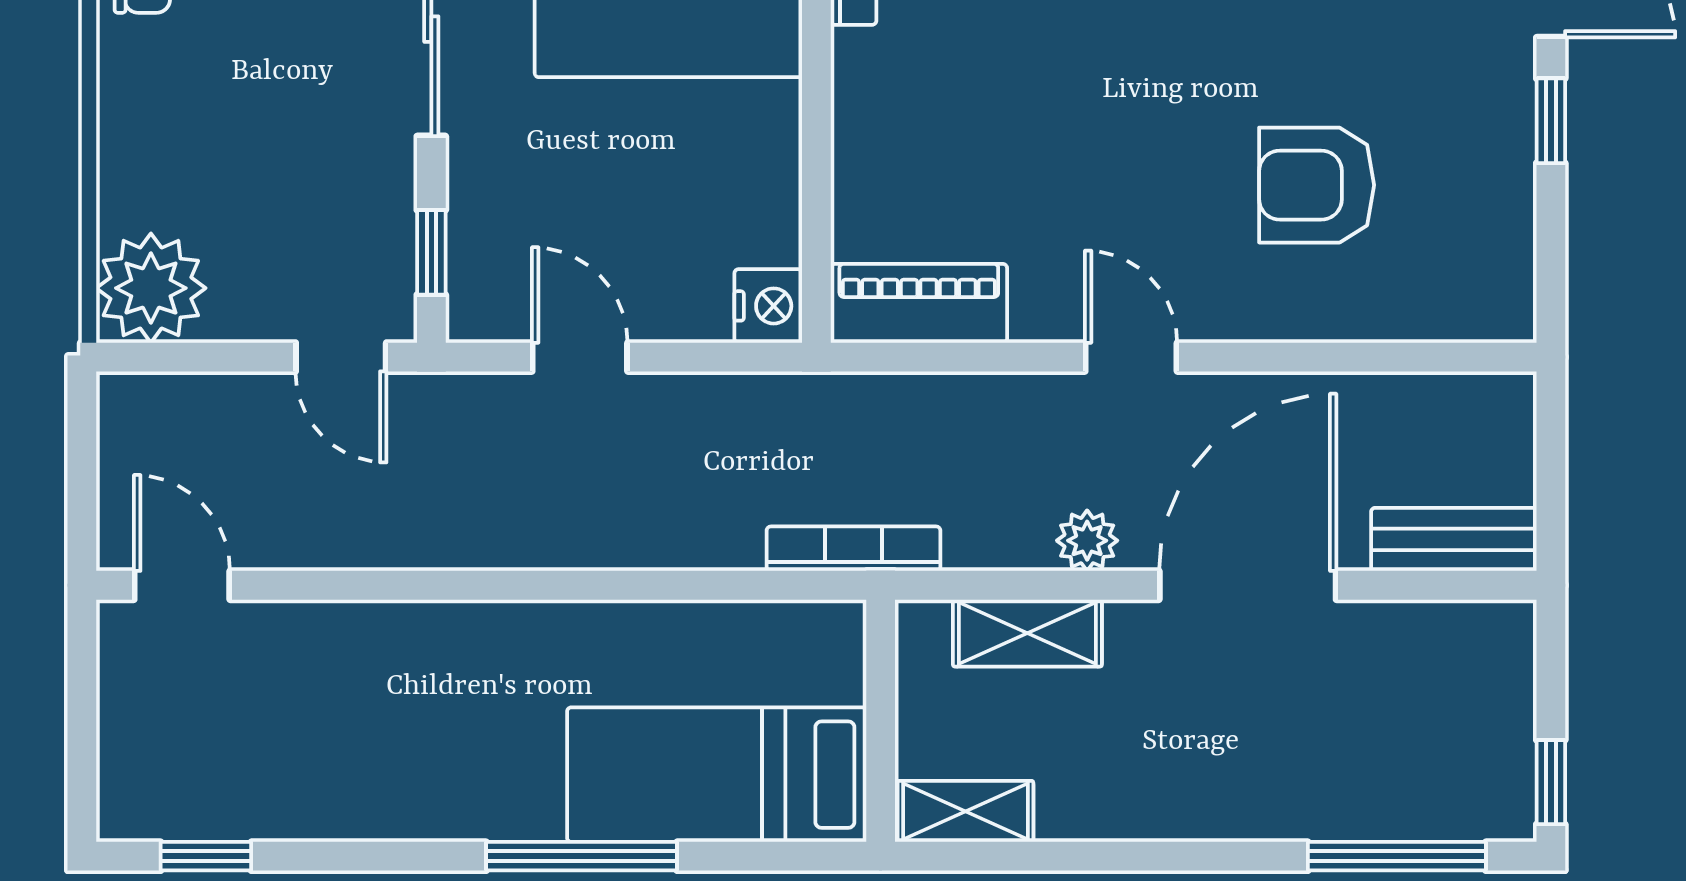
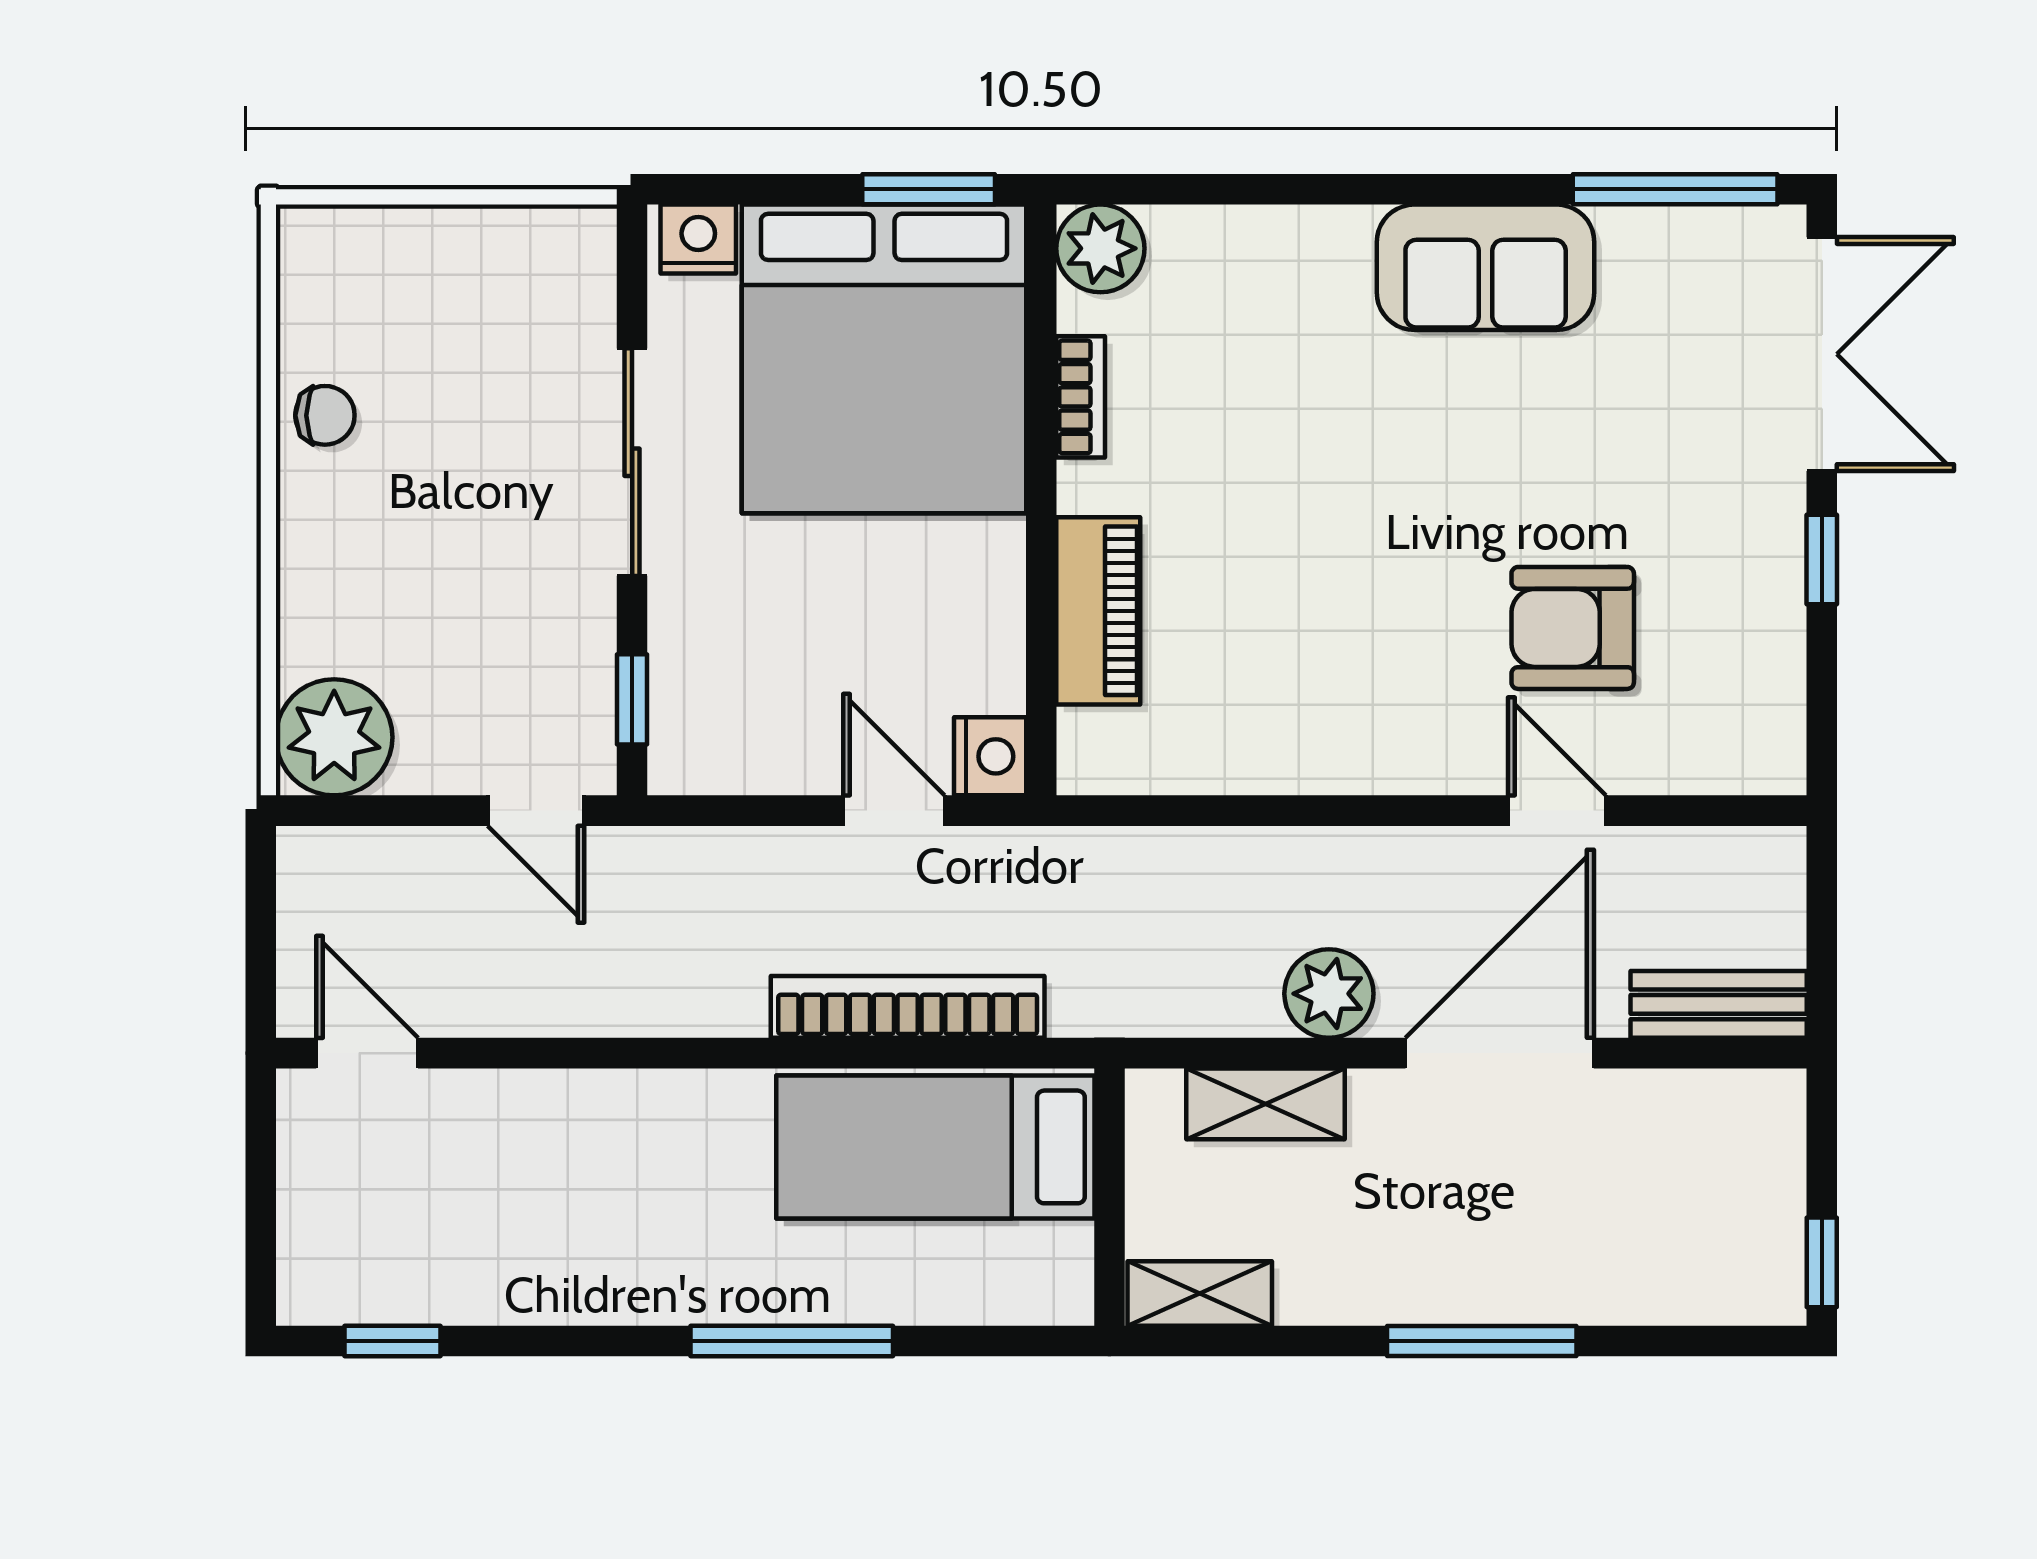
piano: (919, 303) -> (1098, 611), moved, turned 90
door: (580, 357) -> (894, 811), moved
door: (1131, 357) -> (1557, 811), moved
plant: (1087, 541) -> (1329, 994), width x1.38, depth x1.38
bookcase: (853, 549) -> (908, 1007), moved, width x1.48, depth x1.31
bed: (717, 775) -> (935, 1147), moved
window: (1397, 856) -> (1482, 1341), moved

